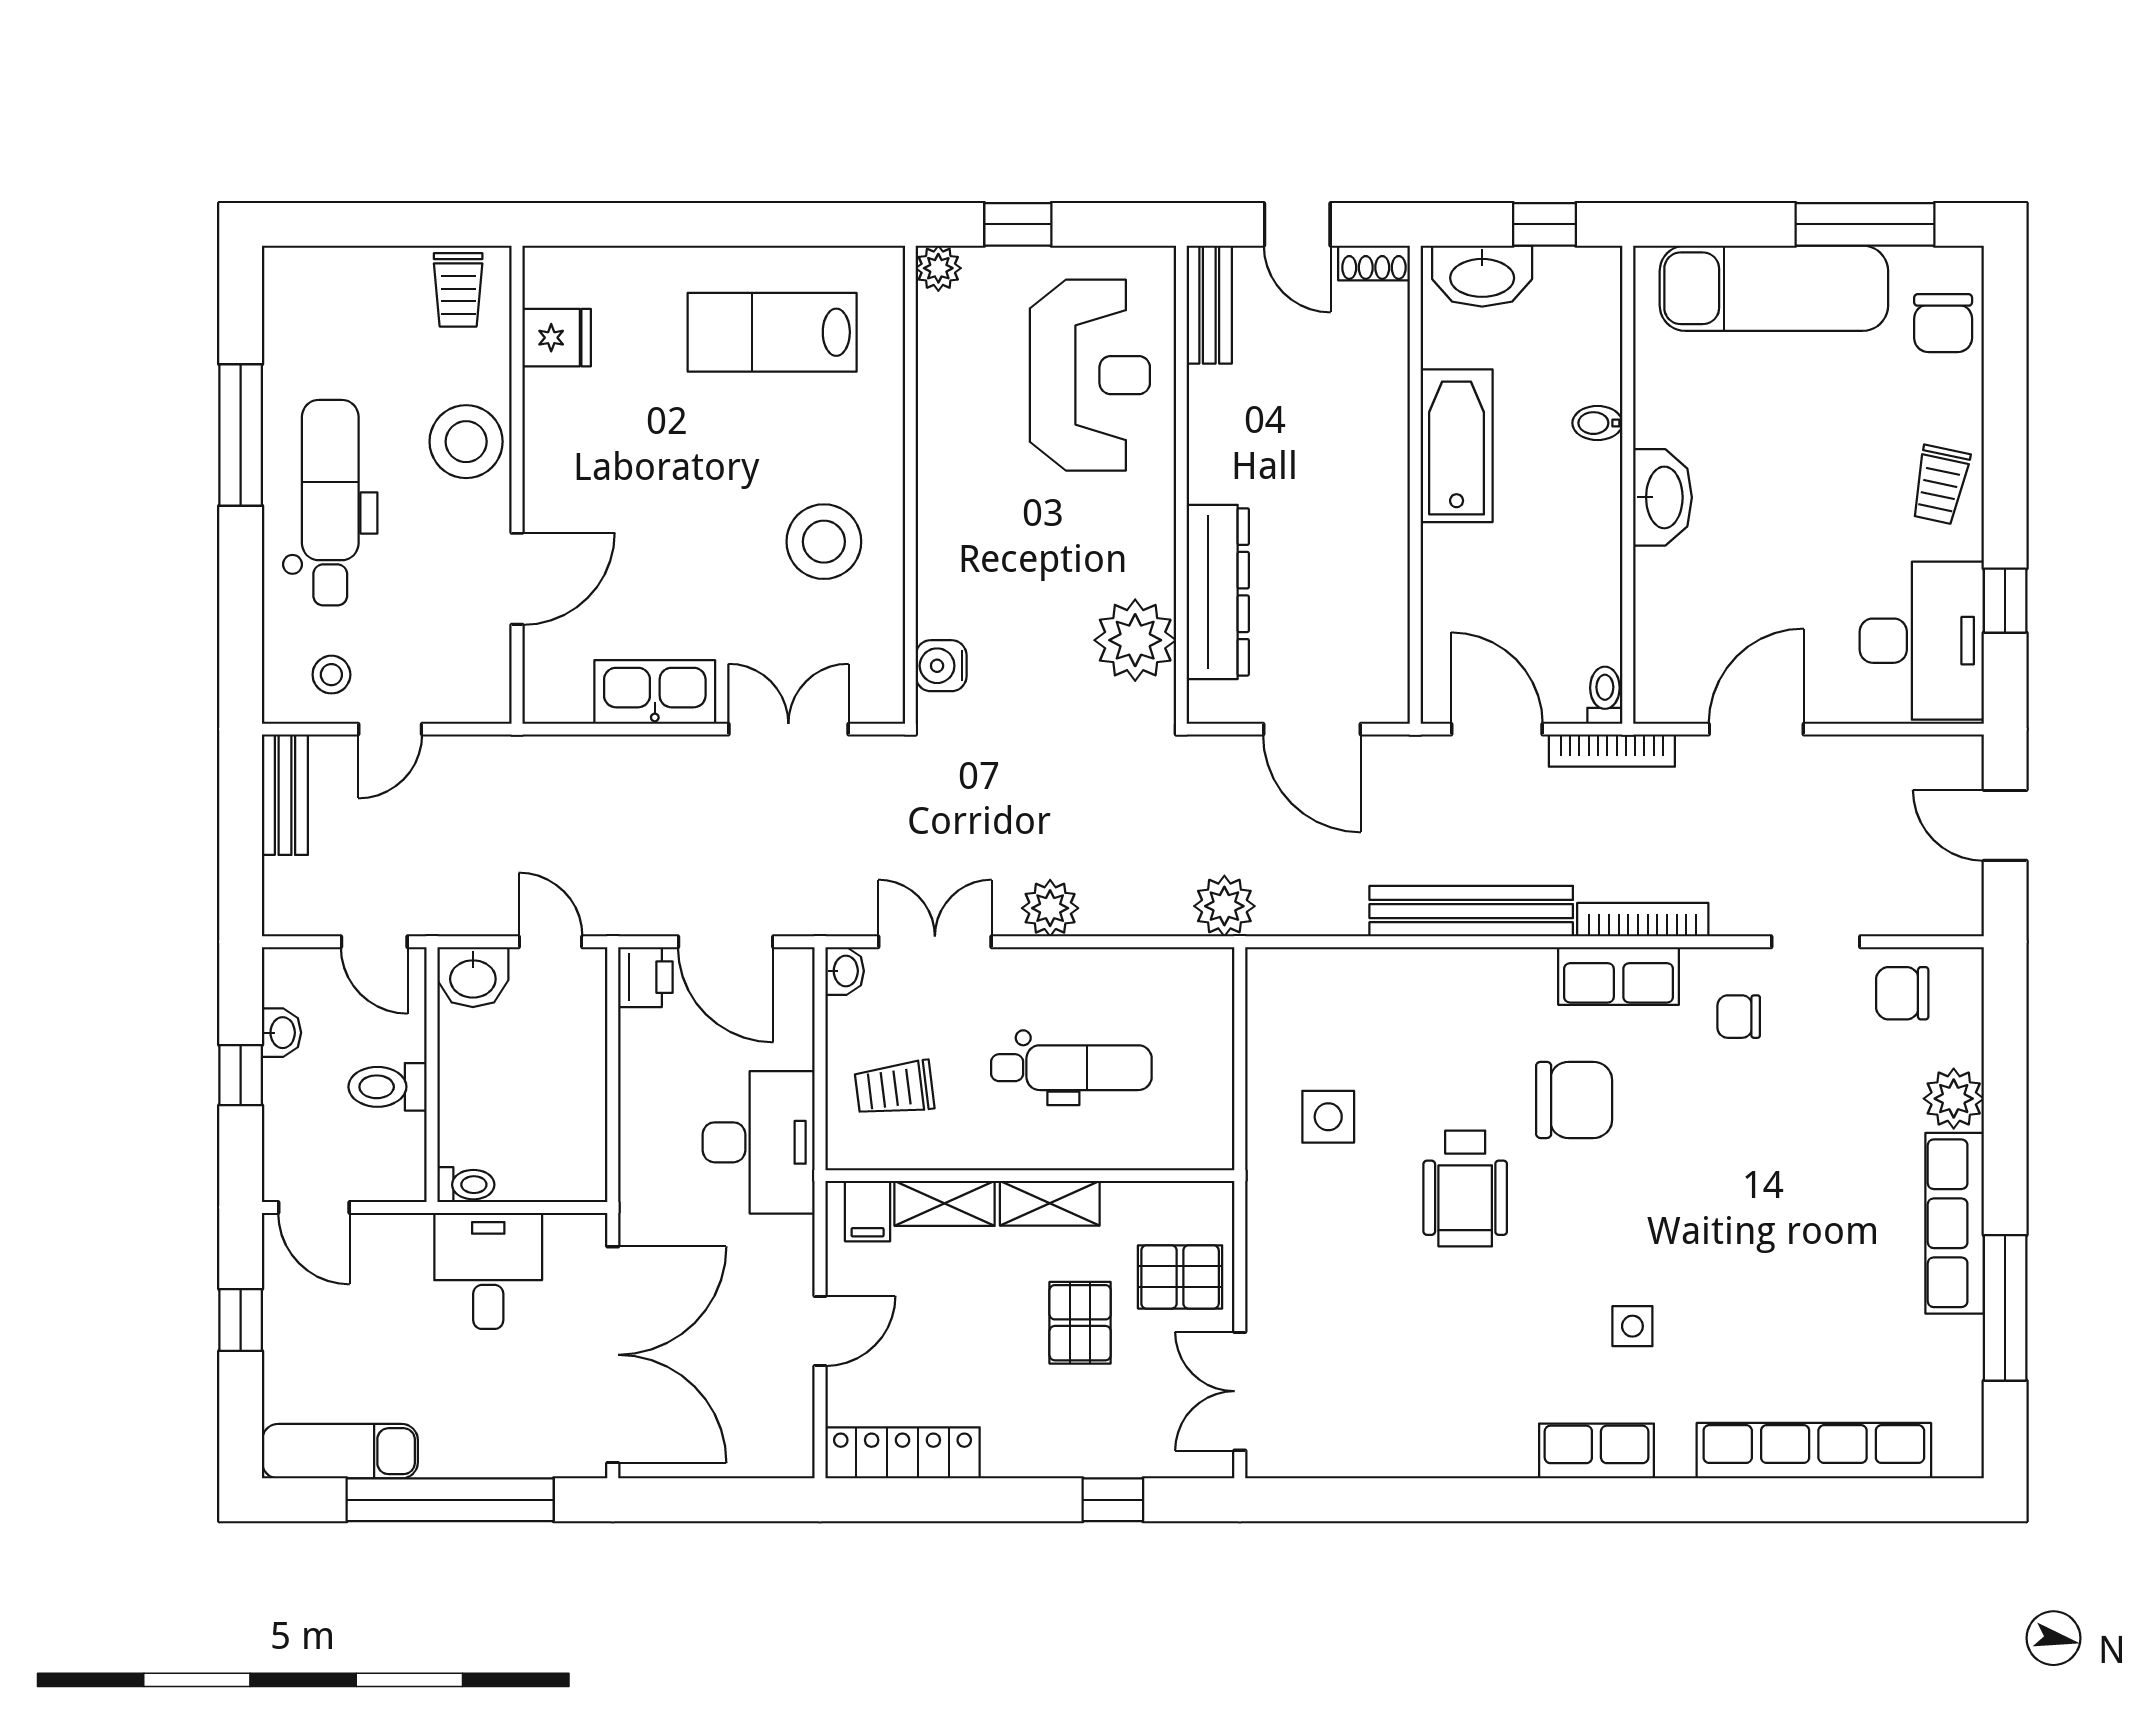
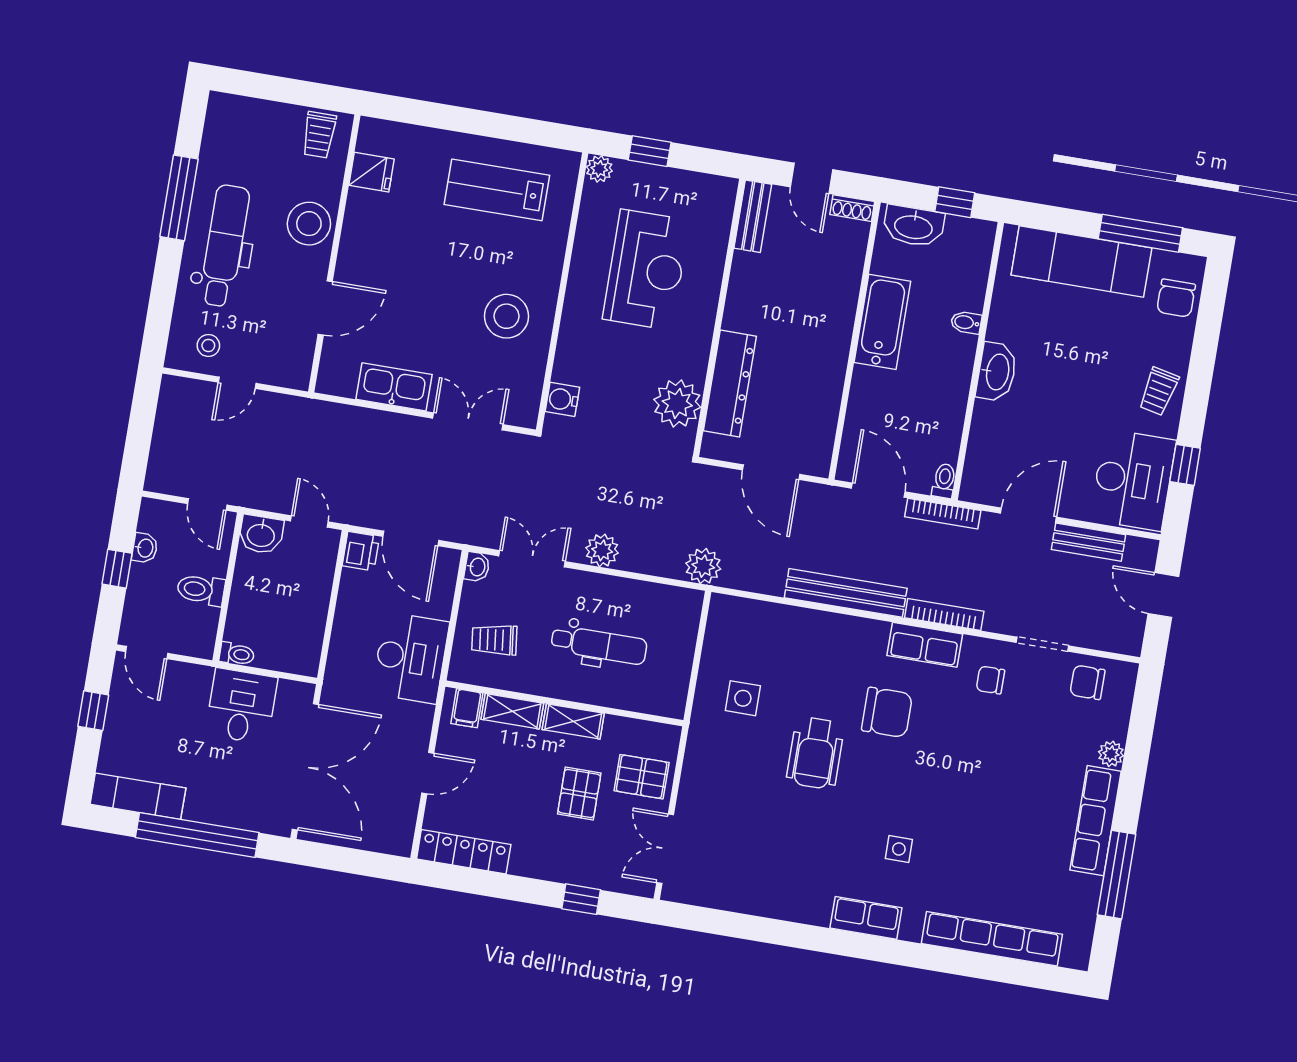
reception desk: (1090, 375) -> (646, 270), moved
bench: (285, 795) -> (1089, 542), moved, turned 90
plant: (1954, 1099) -> (1111, 754), width x0.73, depth x0.73

